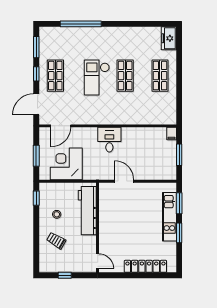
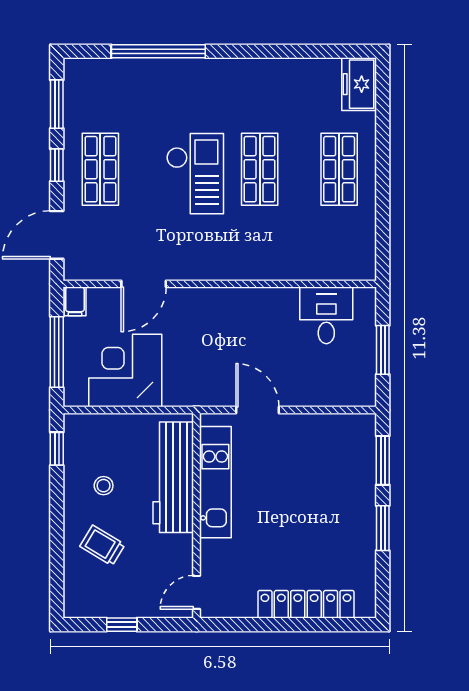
checkout: (97, 78) -> (195, 174), turned 180
door: (61, 126) -> (144, 284), moved
filing cabinet: (172, 134) -> (75, 301), moved
desk: (109, 140) -> (326, 315), moved
window: (36, 156) -> (57, 352), width x1.44
kitchen unit: (169, 217) -> (215, 482), moved, turned 180
door: (98, 261) -> (197, 592), swing flipped

